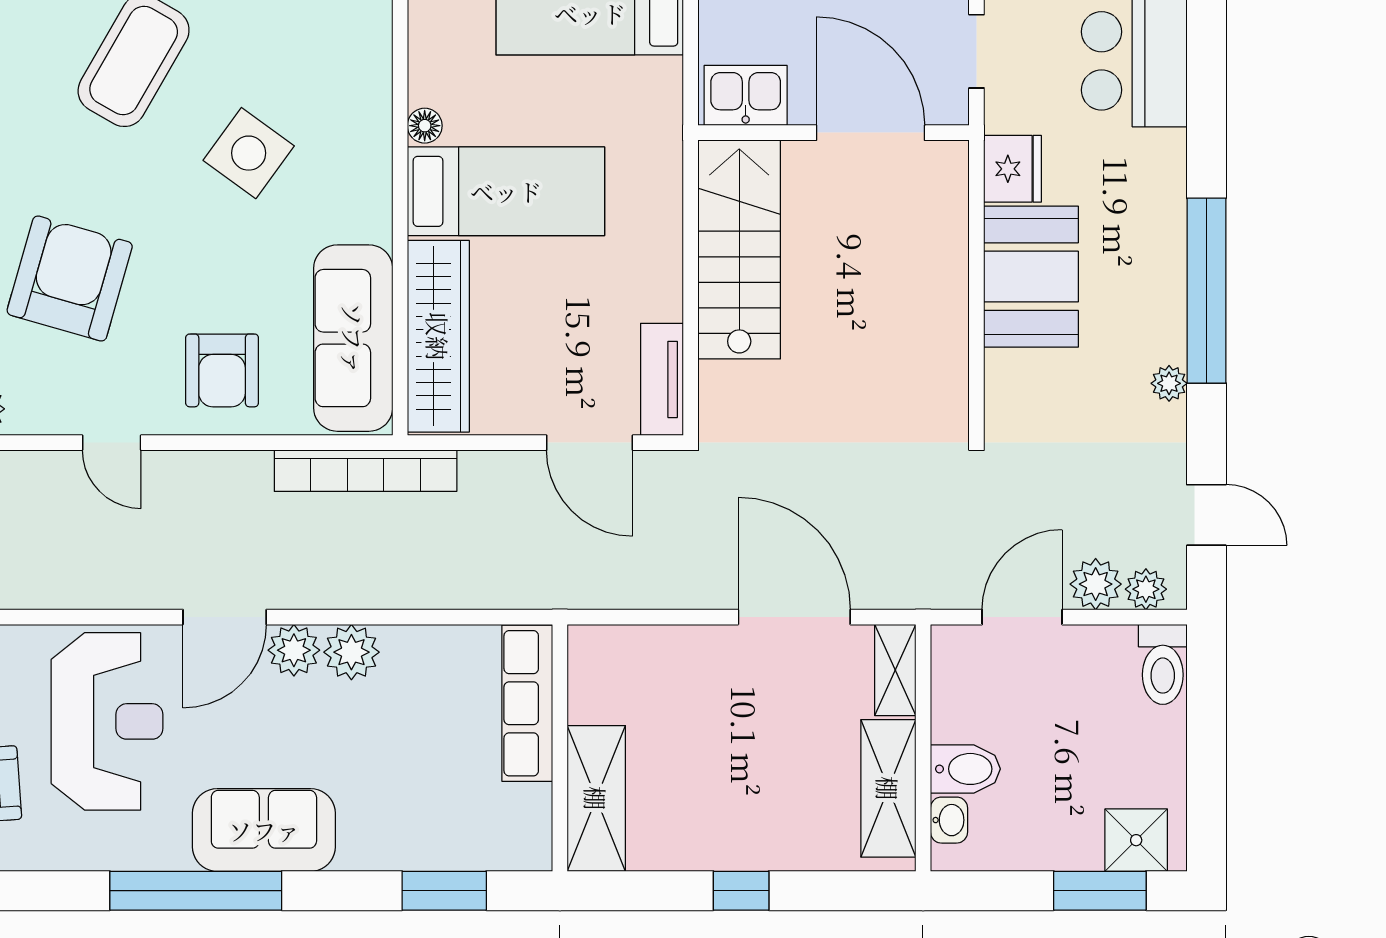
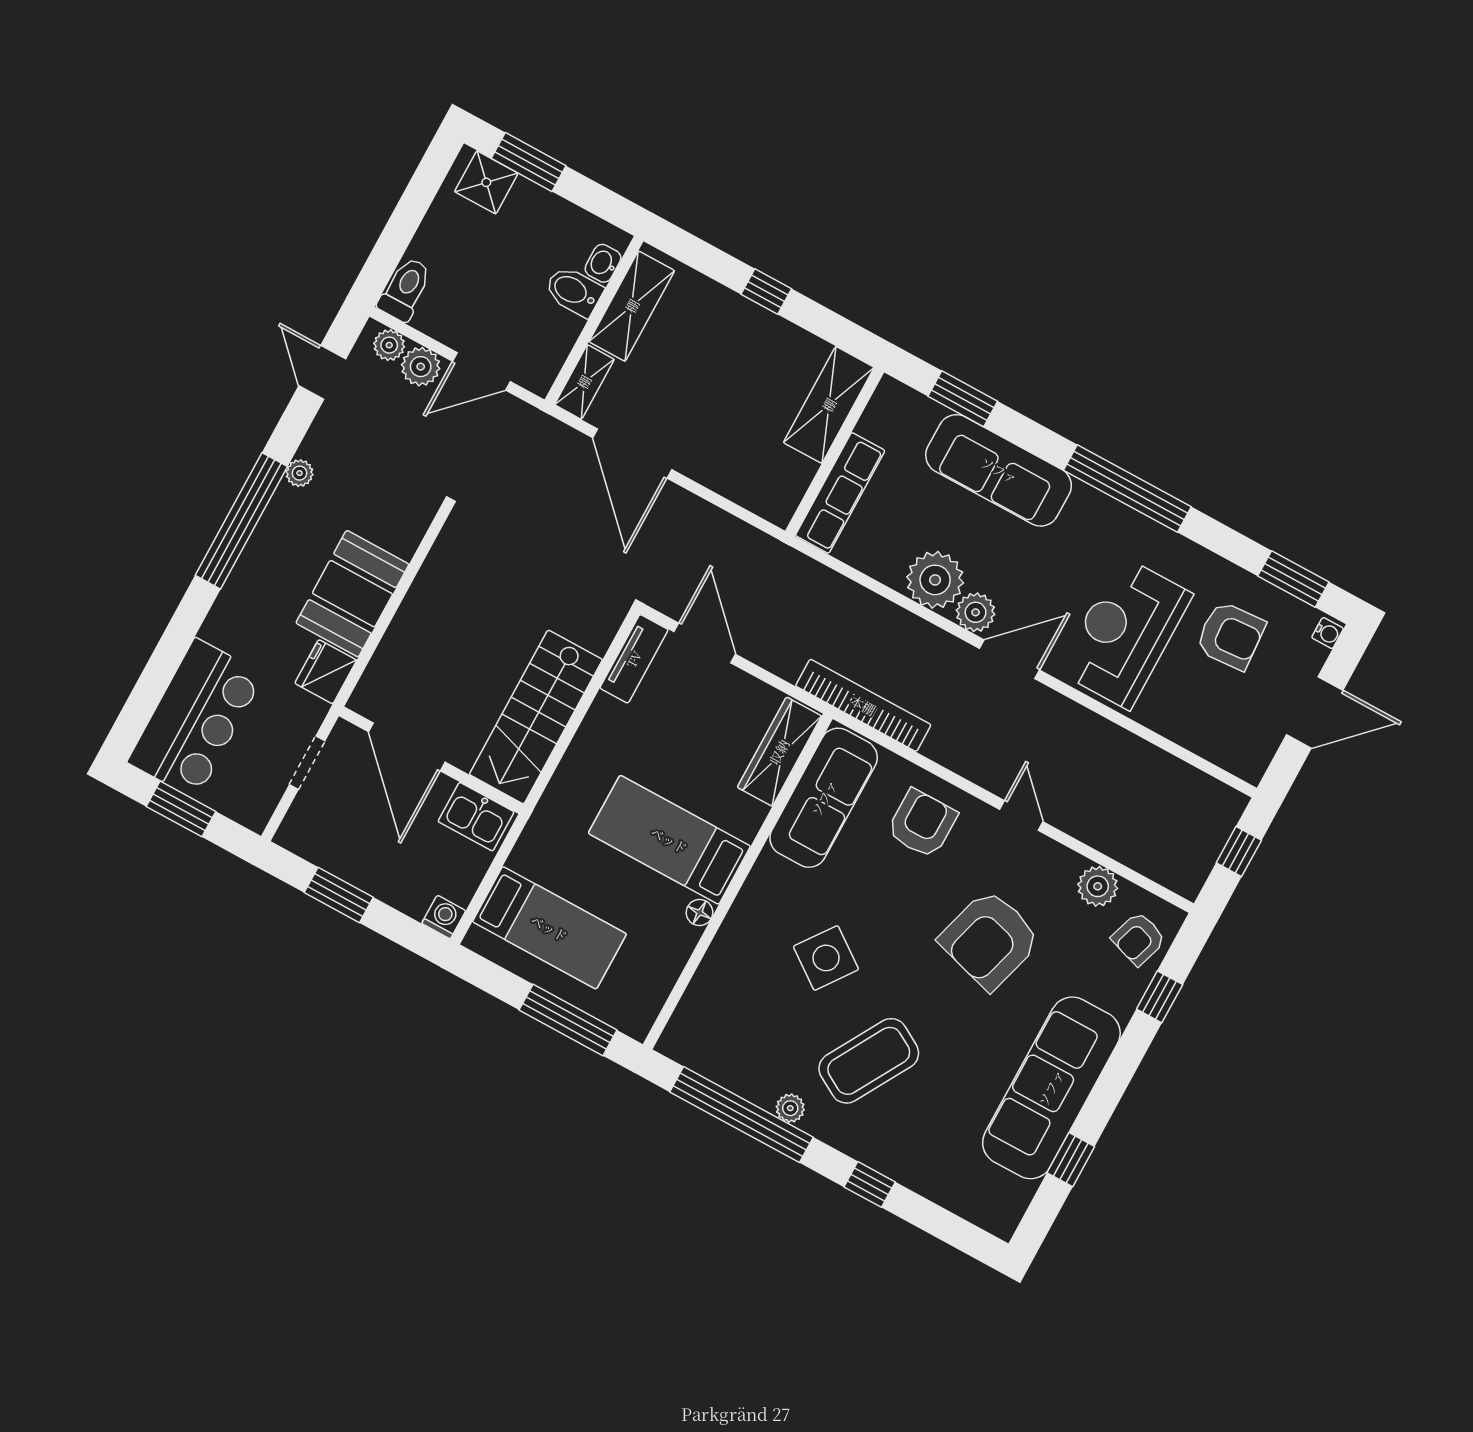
wardrobe: (438, 336) -> (779, 752), width x0.71, depth x0.85
plant: (351, 652) -> (935, 580), width x1.36, depth x1.36
sofa: (264, 830) -> (999, 470), moved, width x1.36

